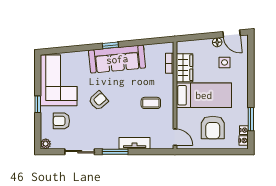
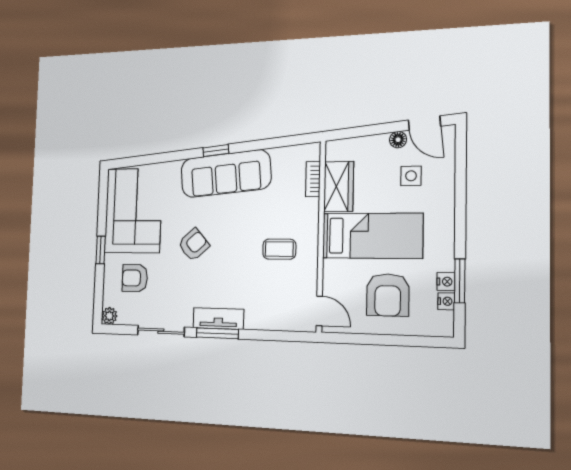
nightstand: (244, 140) -> (446, 282), moved
tv unit: (135, 143) -> (218, 318), moved

